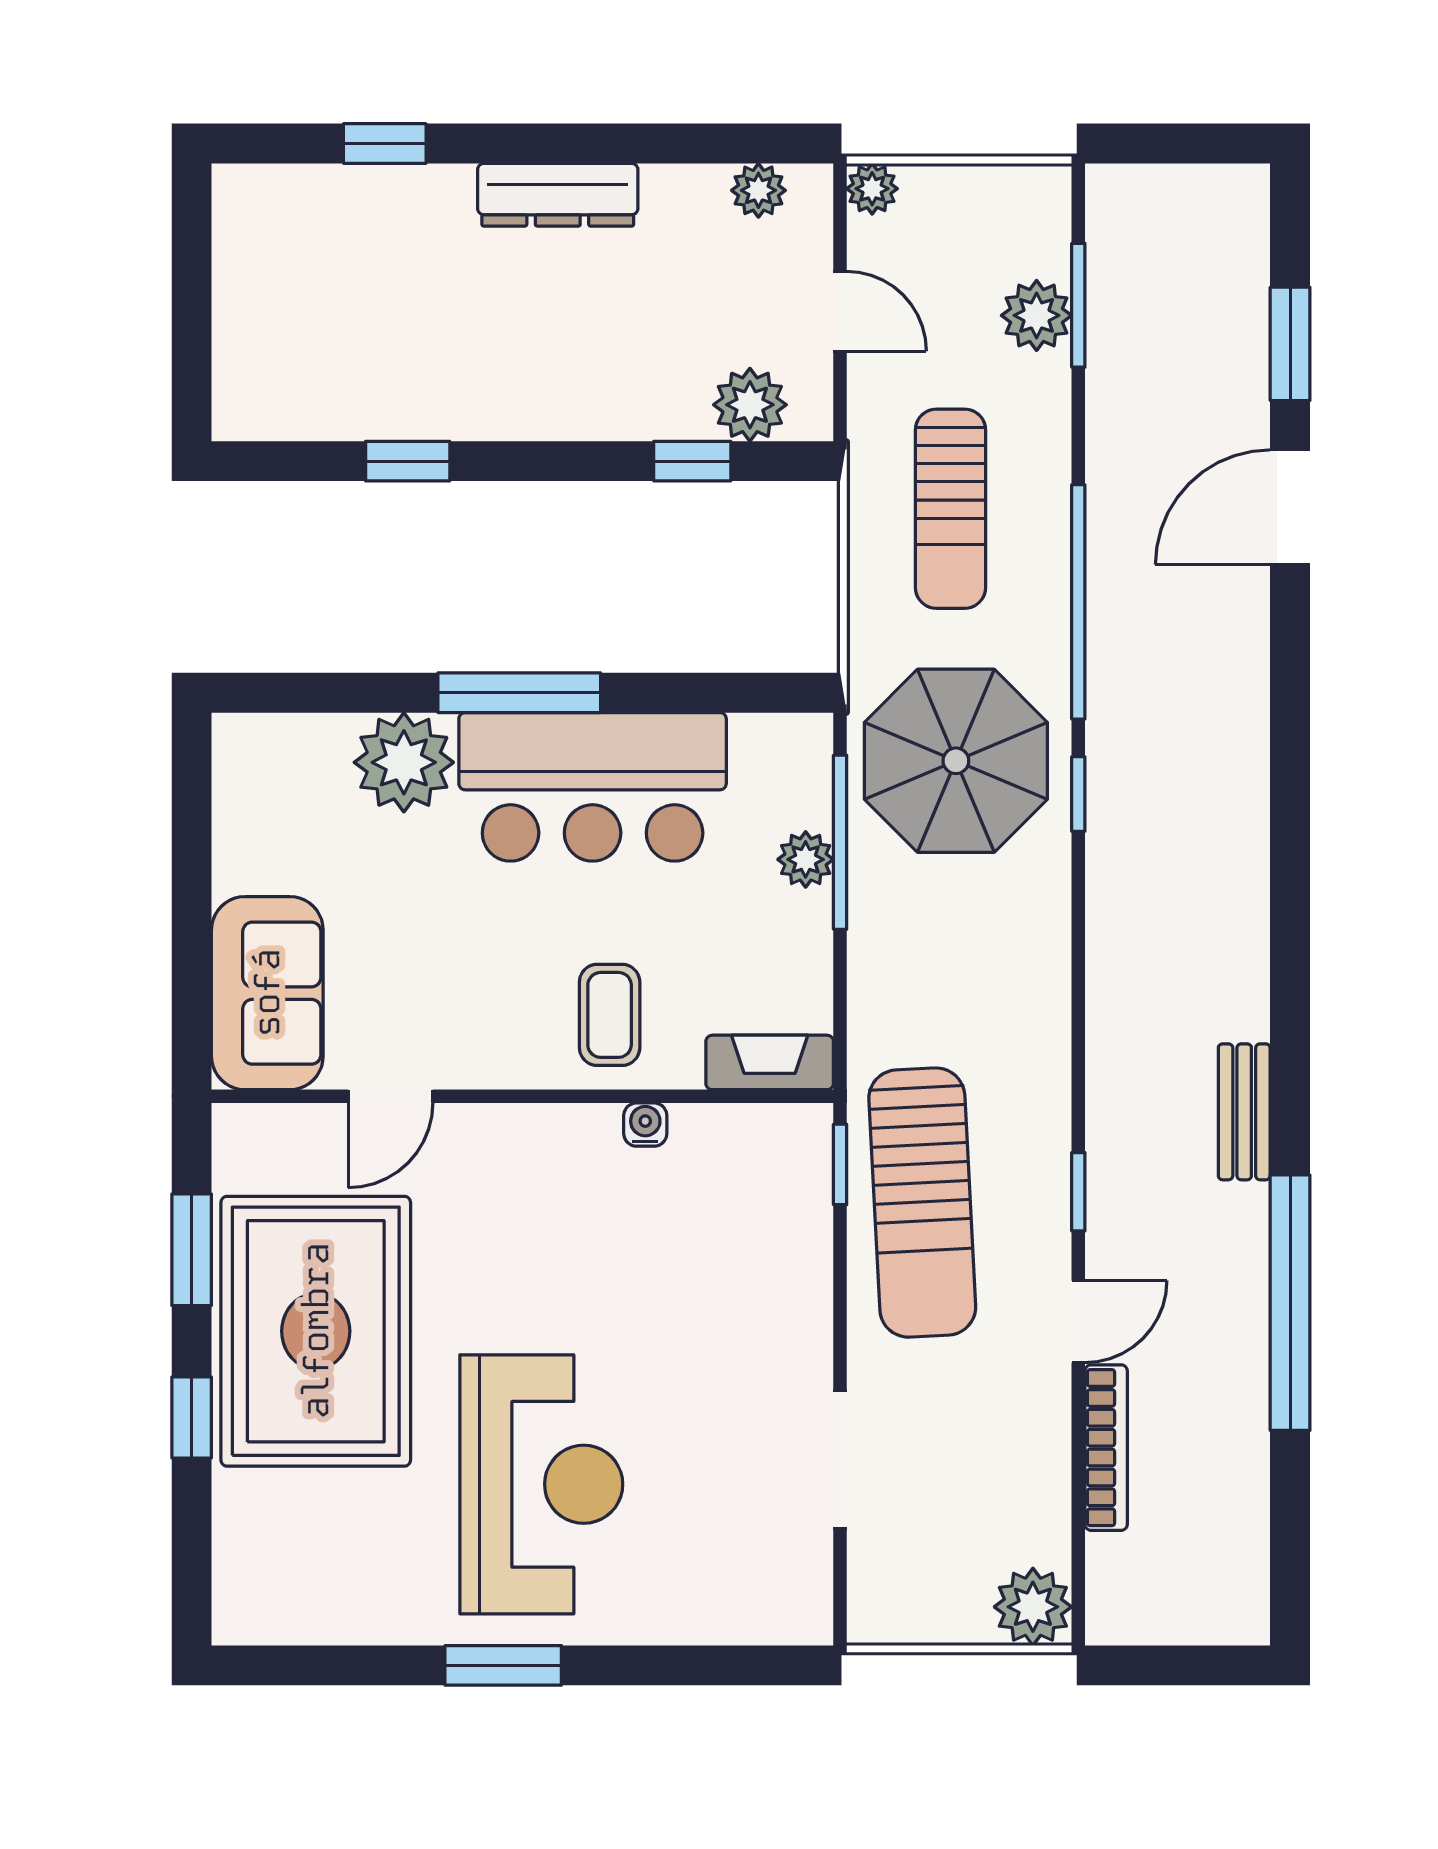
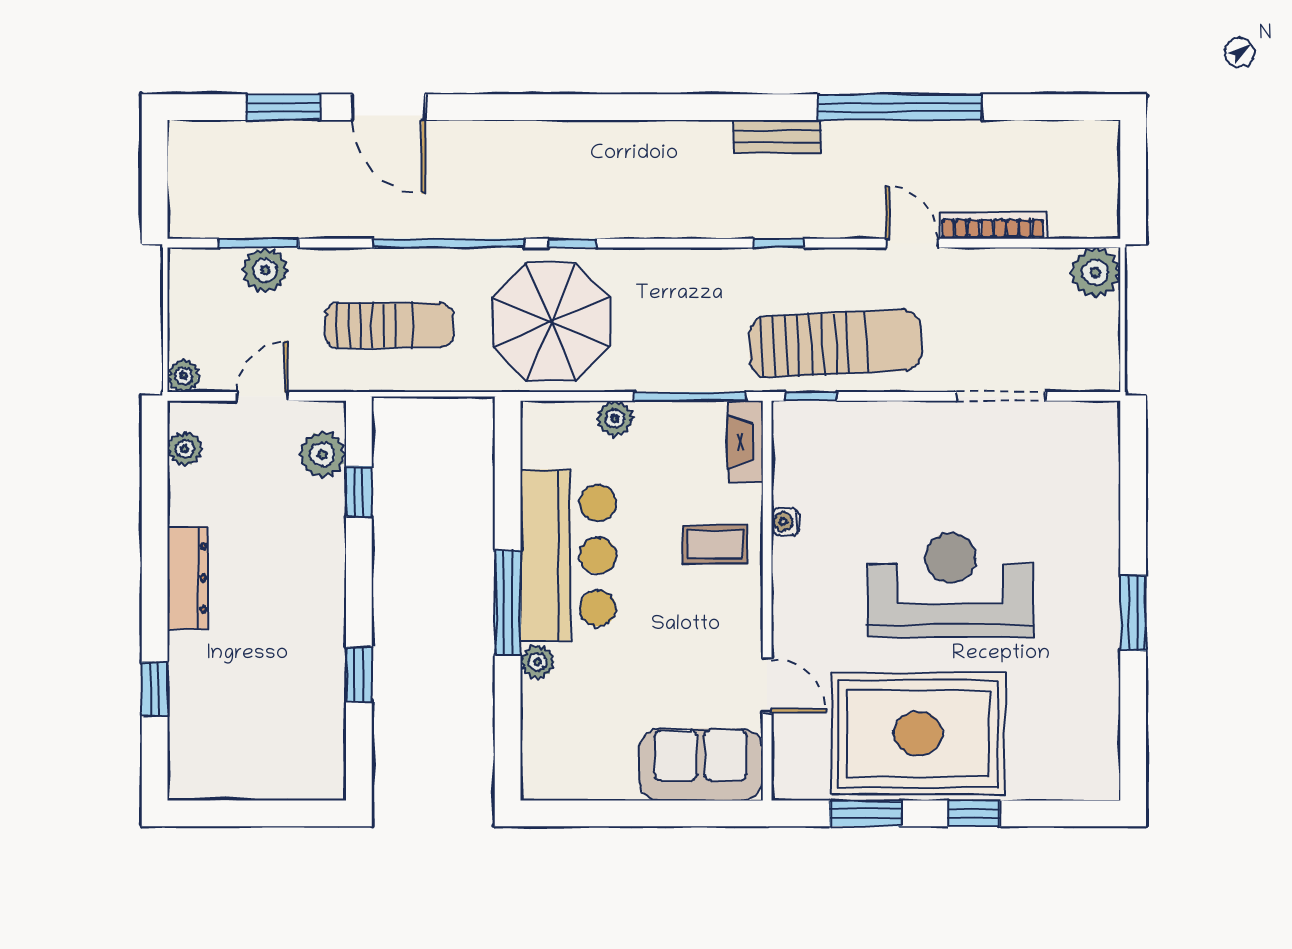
plant: (404, 762) -> (538, 662), width x0.53, depth x0.53
window: (840, 842) -> (690, 396), moved
window: (1078, 1192) -> (779, 243), moved
reception desk: (541, 1484) -> (951, 585), moved

